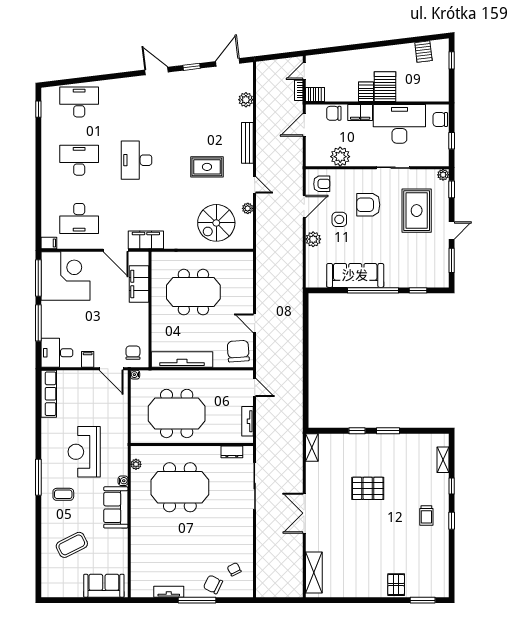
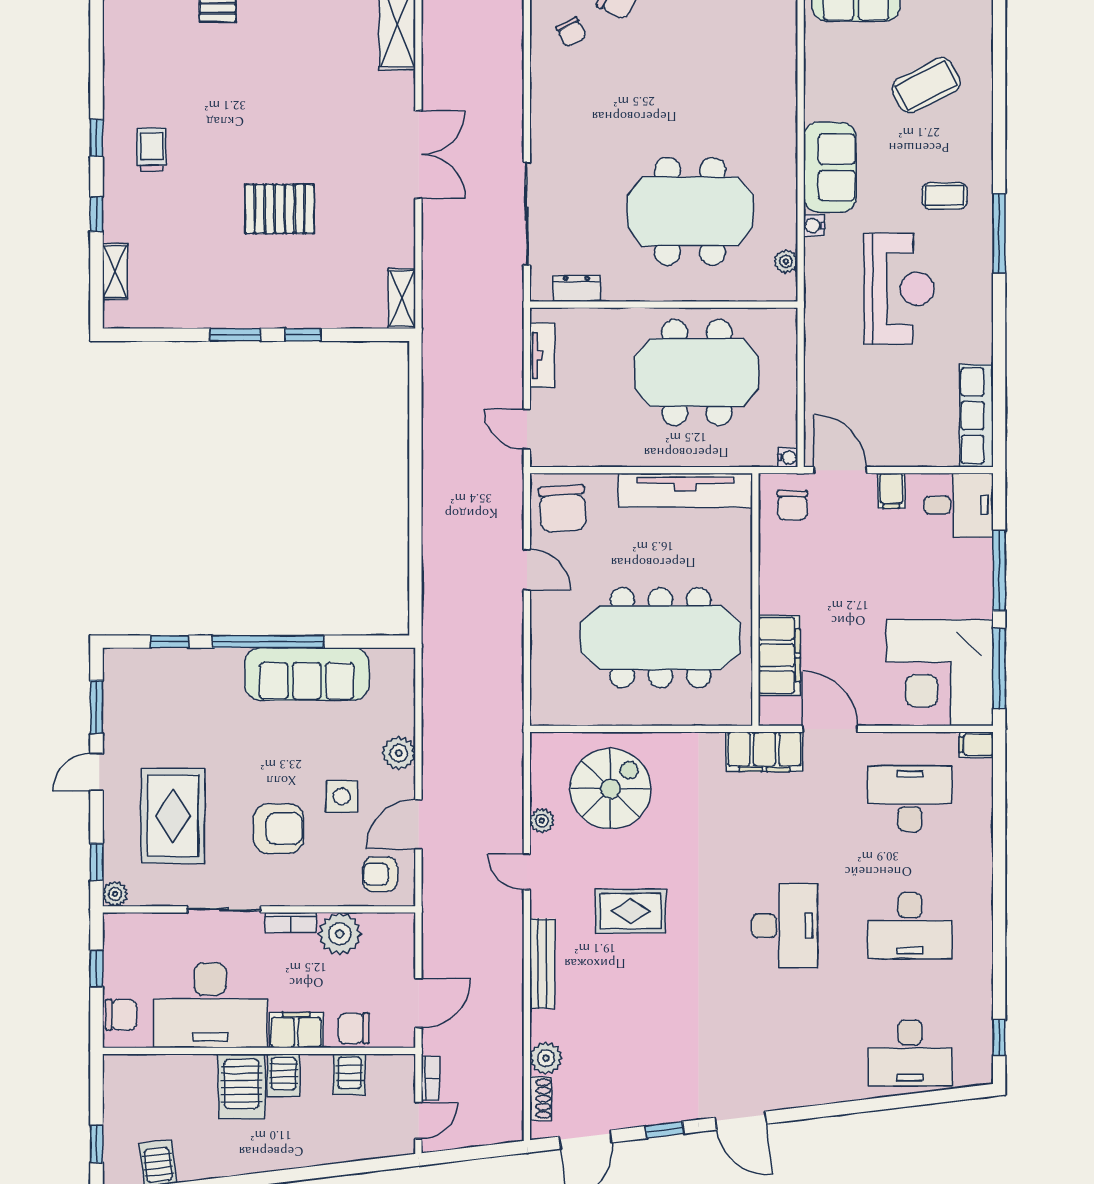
shoe rack: (248, 81) -> (541, 1099), added
server rack: (315, 94) -> (349, 1074), moved, turned -90
chair: (334, 113) -> (354, 1028), turned 180
bookcase: (363, 162) -> (291, 923), added
meeting table: (193, 292) -> (660, 638), width x1.36

